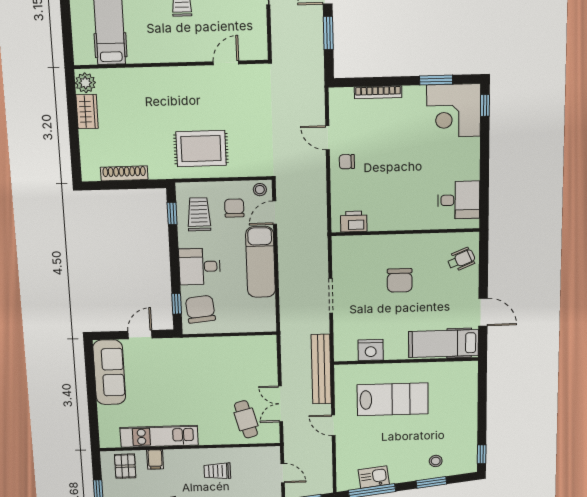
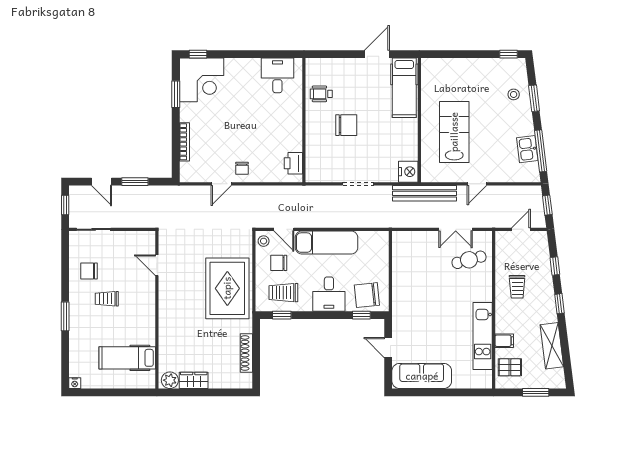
rug: (201, 149) -> (227, 288), width x1.37, depth x1.44
wheelchair: (461, 259) -> (321, 94), moved, turned -67
nightstand: (371, 350) -> (408, 172), moved

